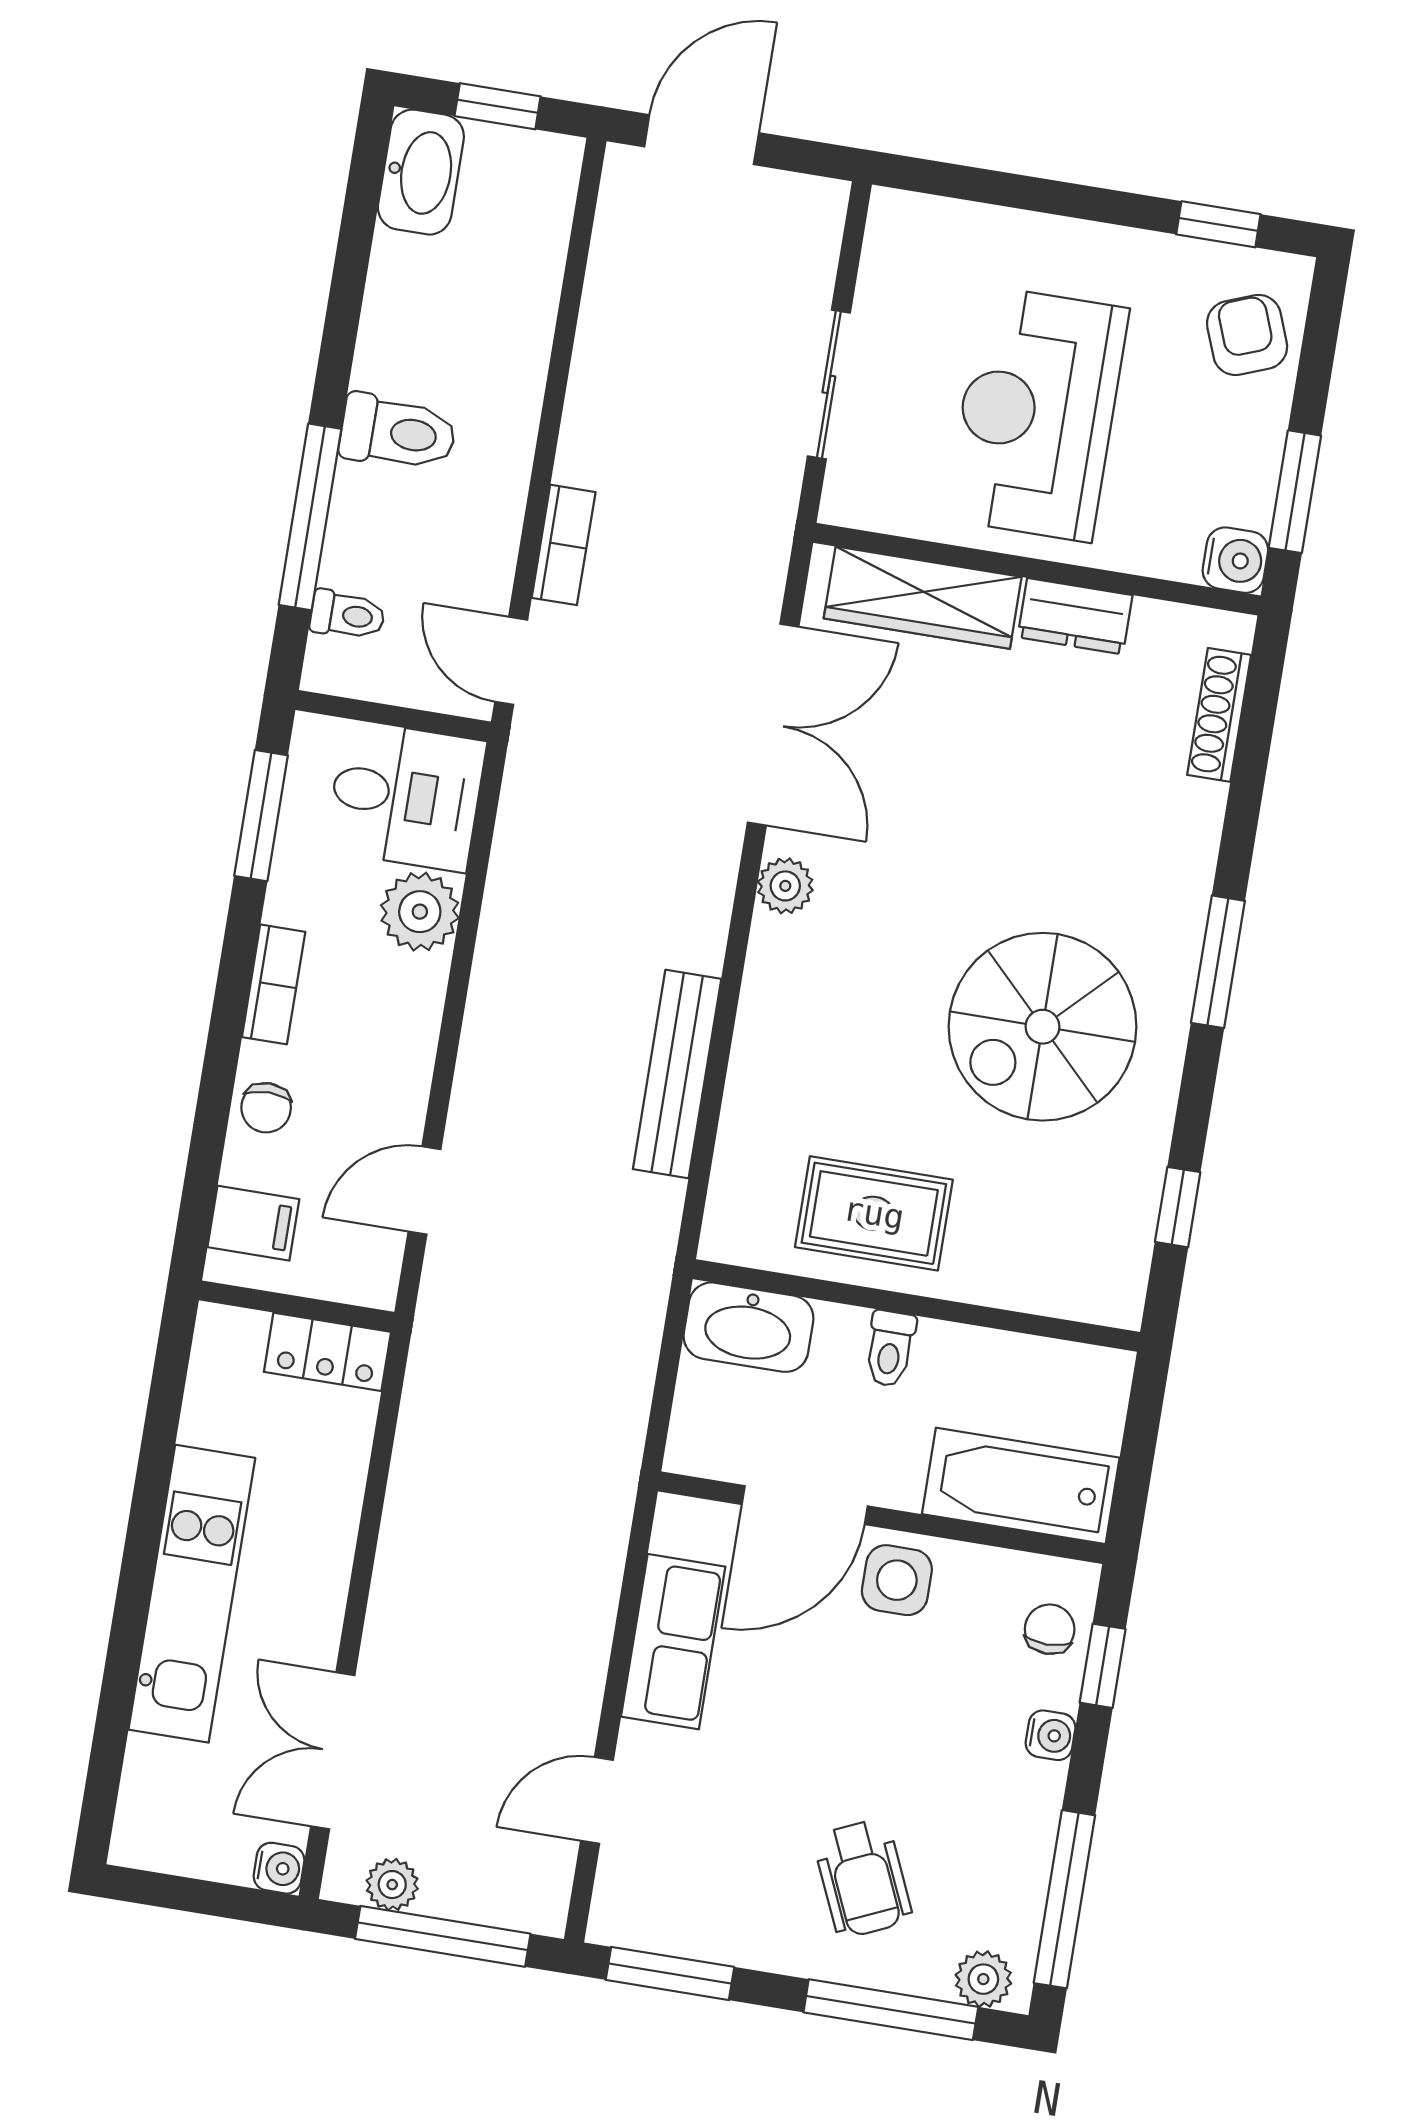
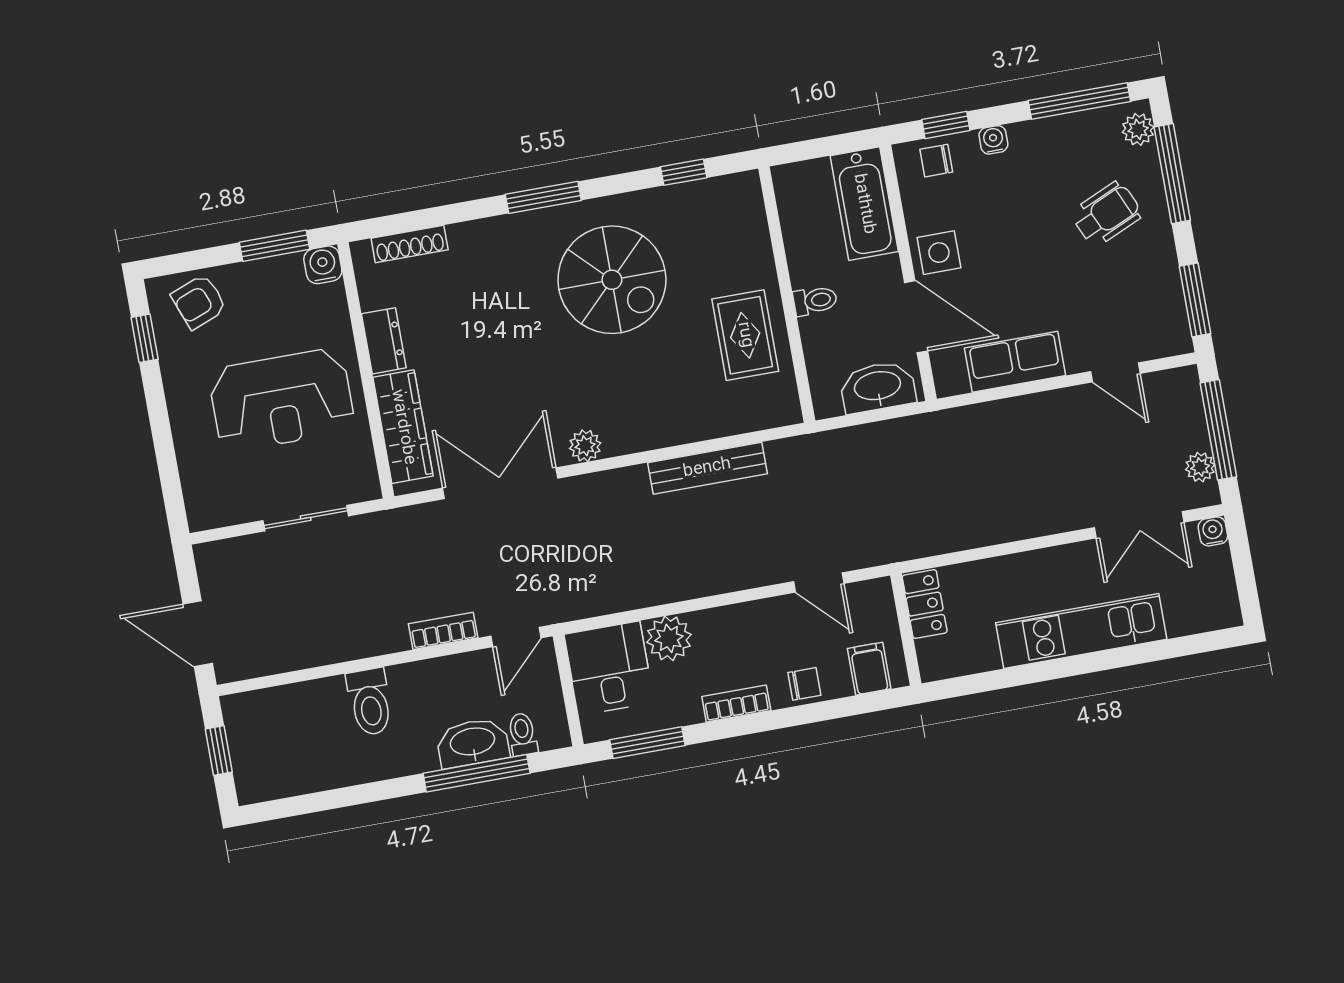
washbasin: (421, 172) -> (473, 743), moved
toilet: (398, 433) -> (370, 702), moved, turned 180
washbasin: (749, 1327) -> (878, 387), moved, turned -90

